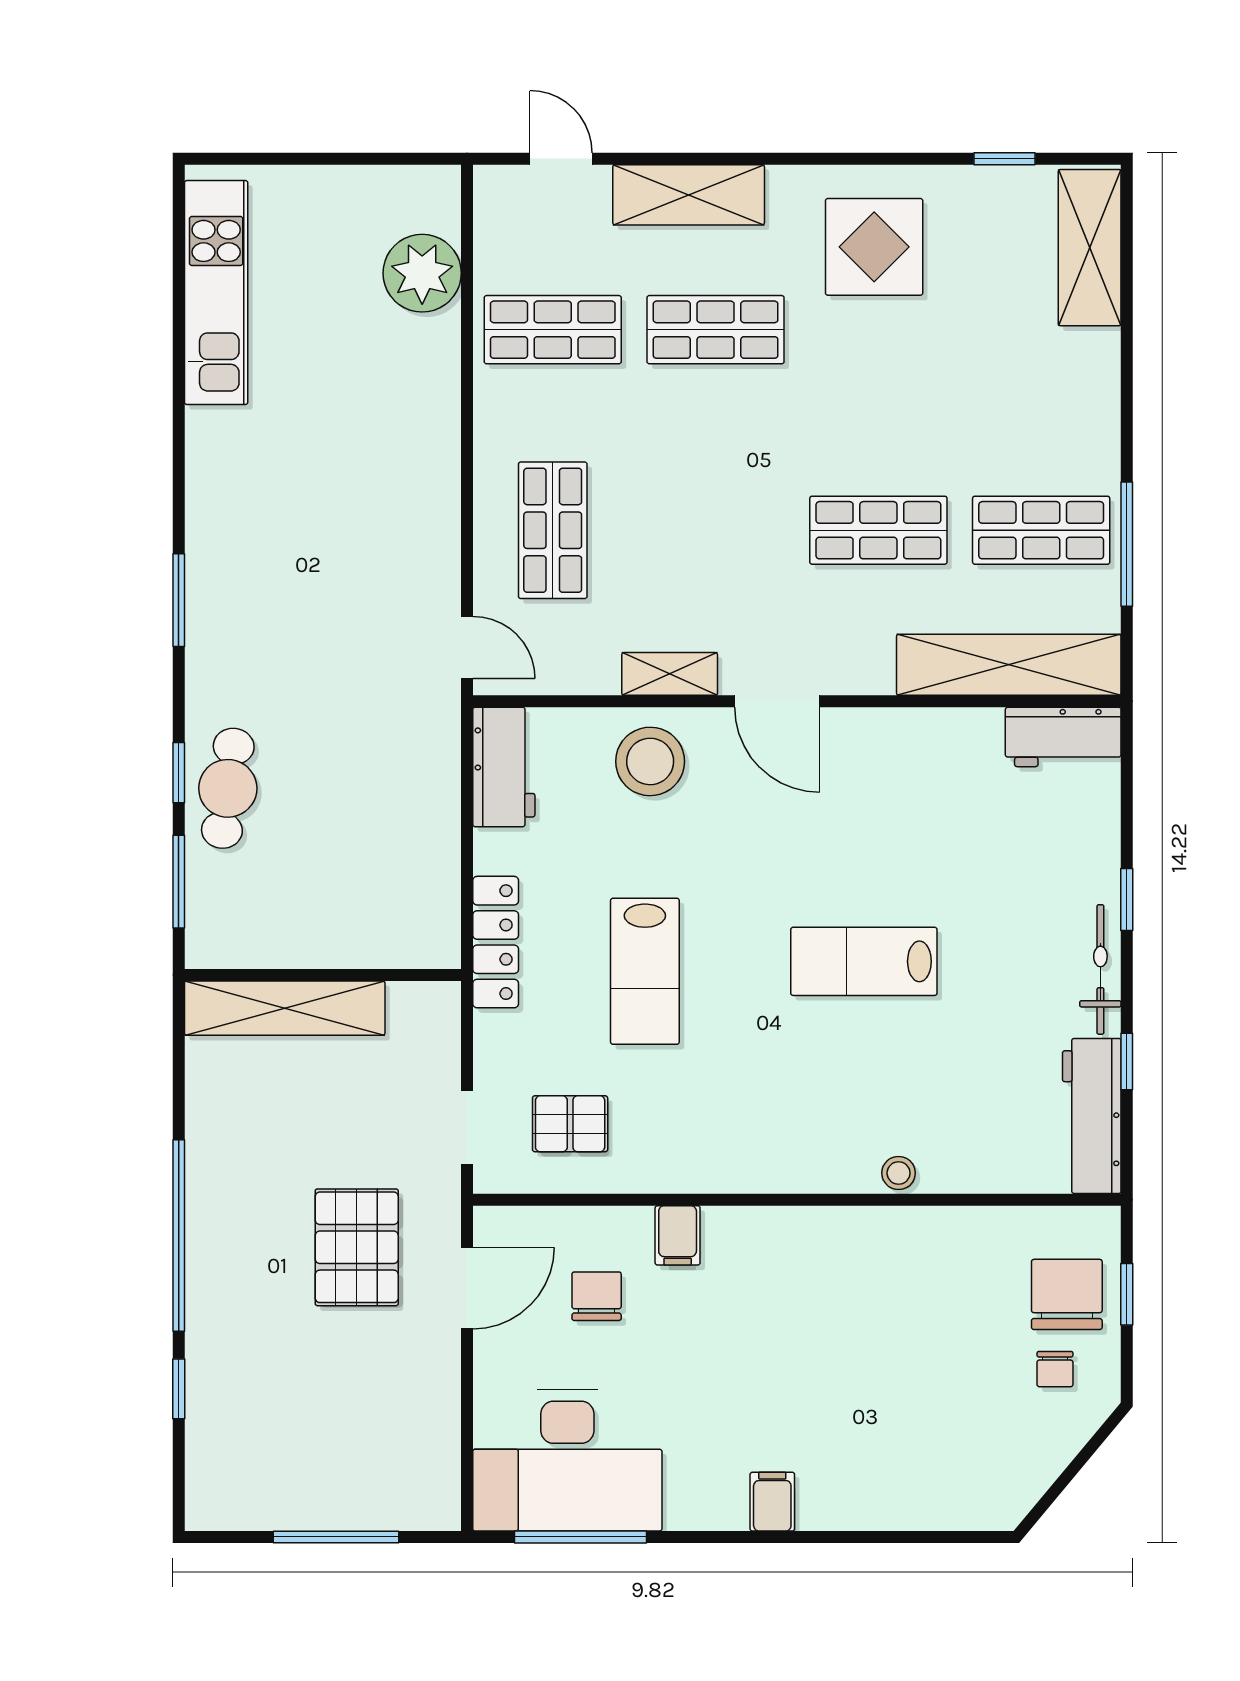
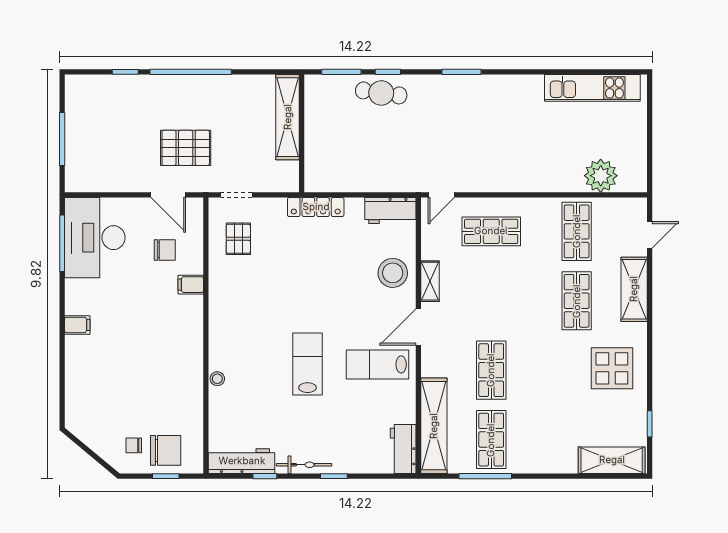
lab bench: (645, 971) -> (377, 364), moved

